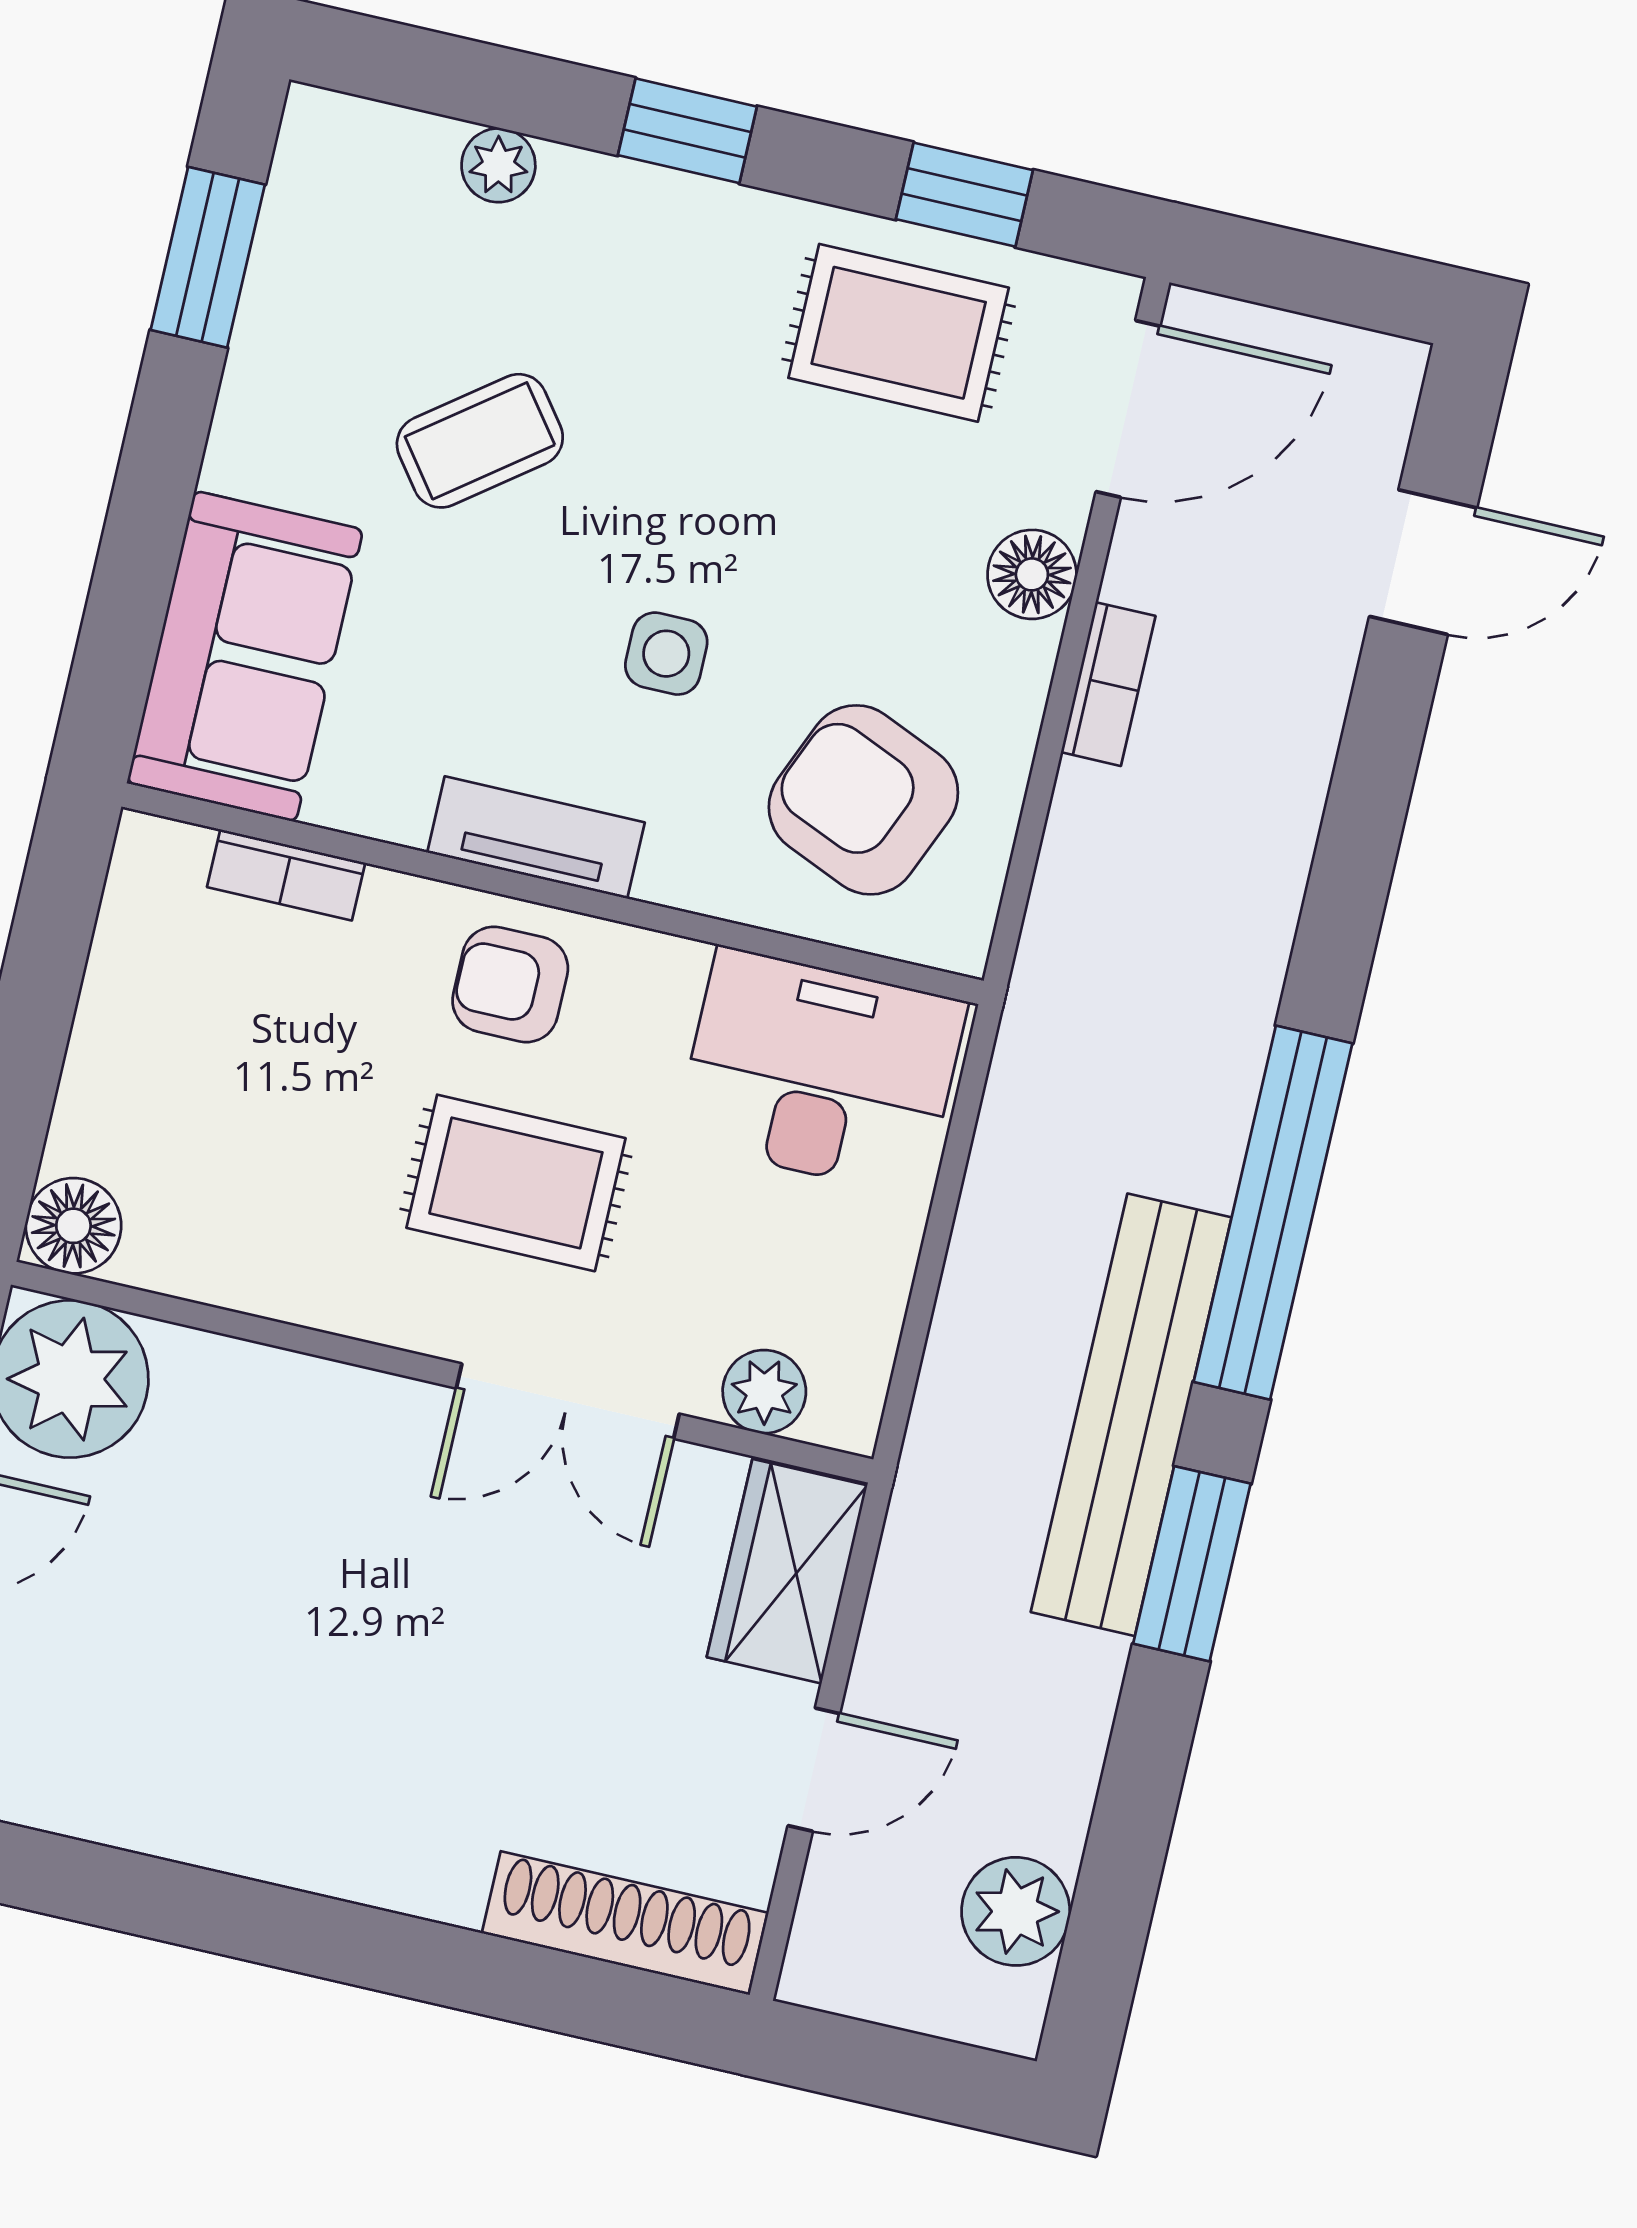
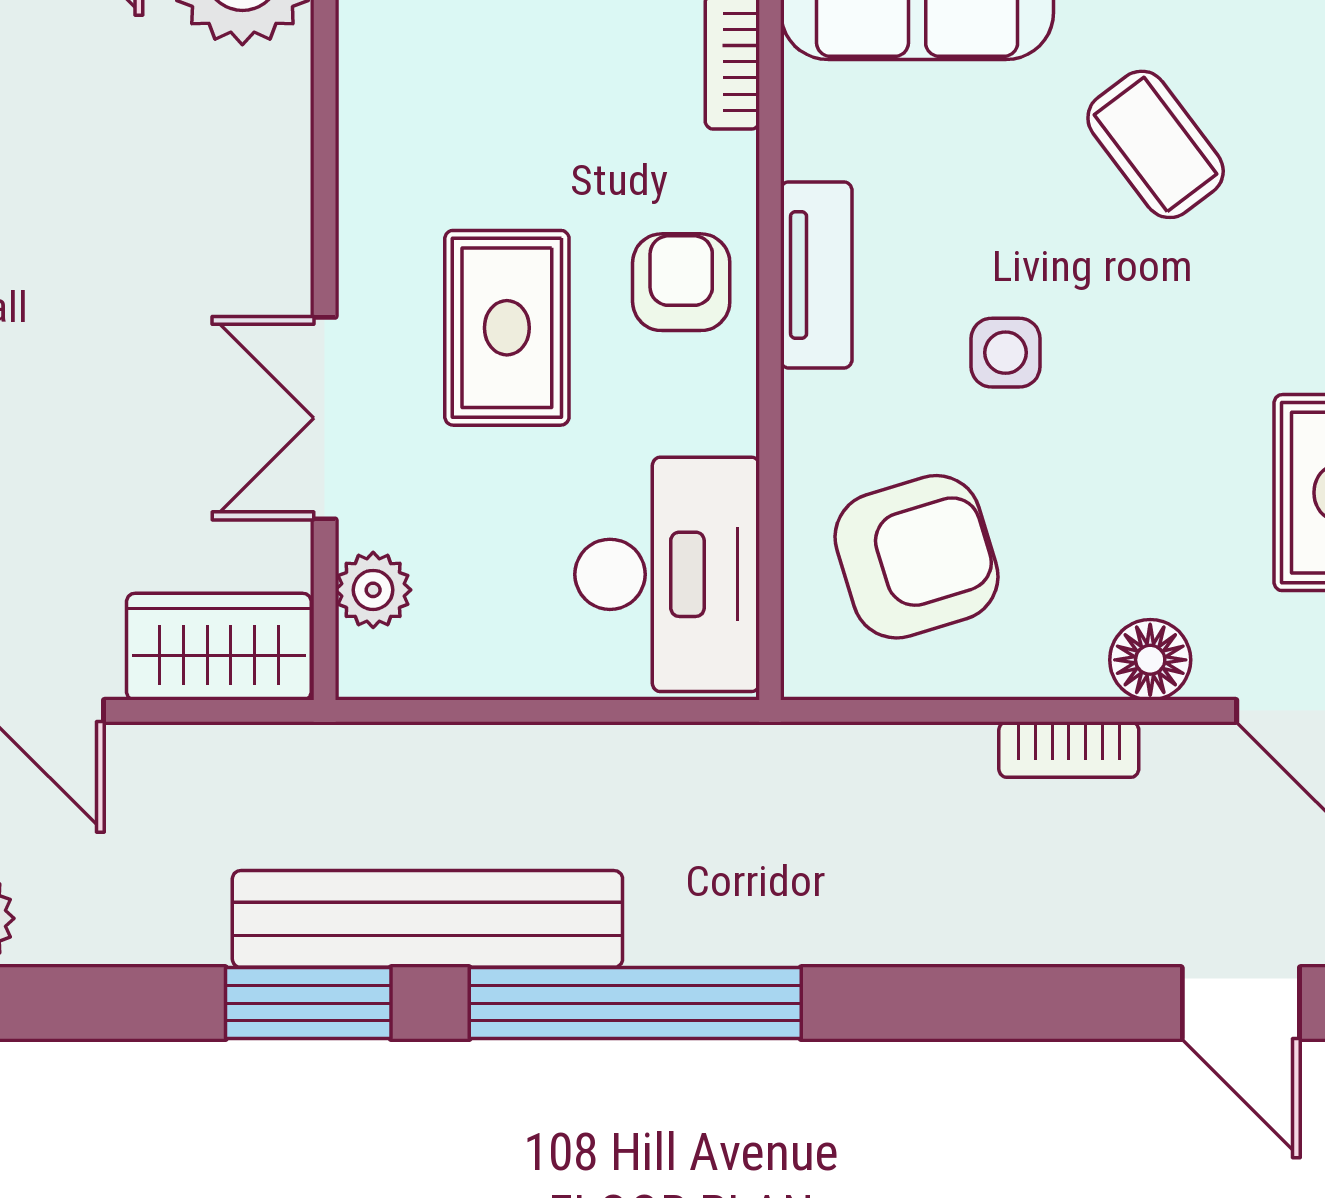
armchair: (863, 800) -> (916, 557), turned 50

